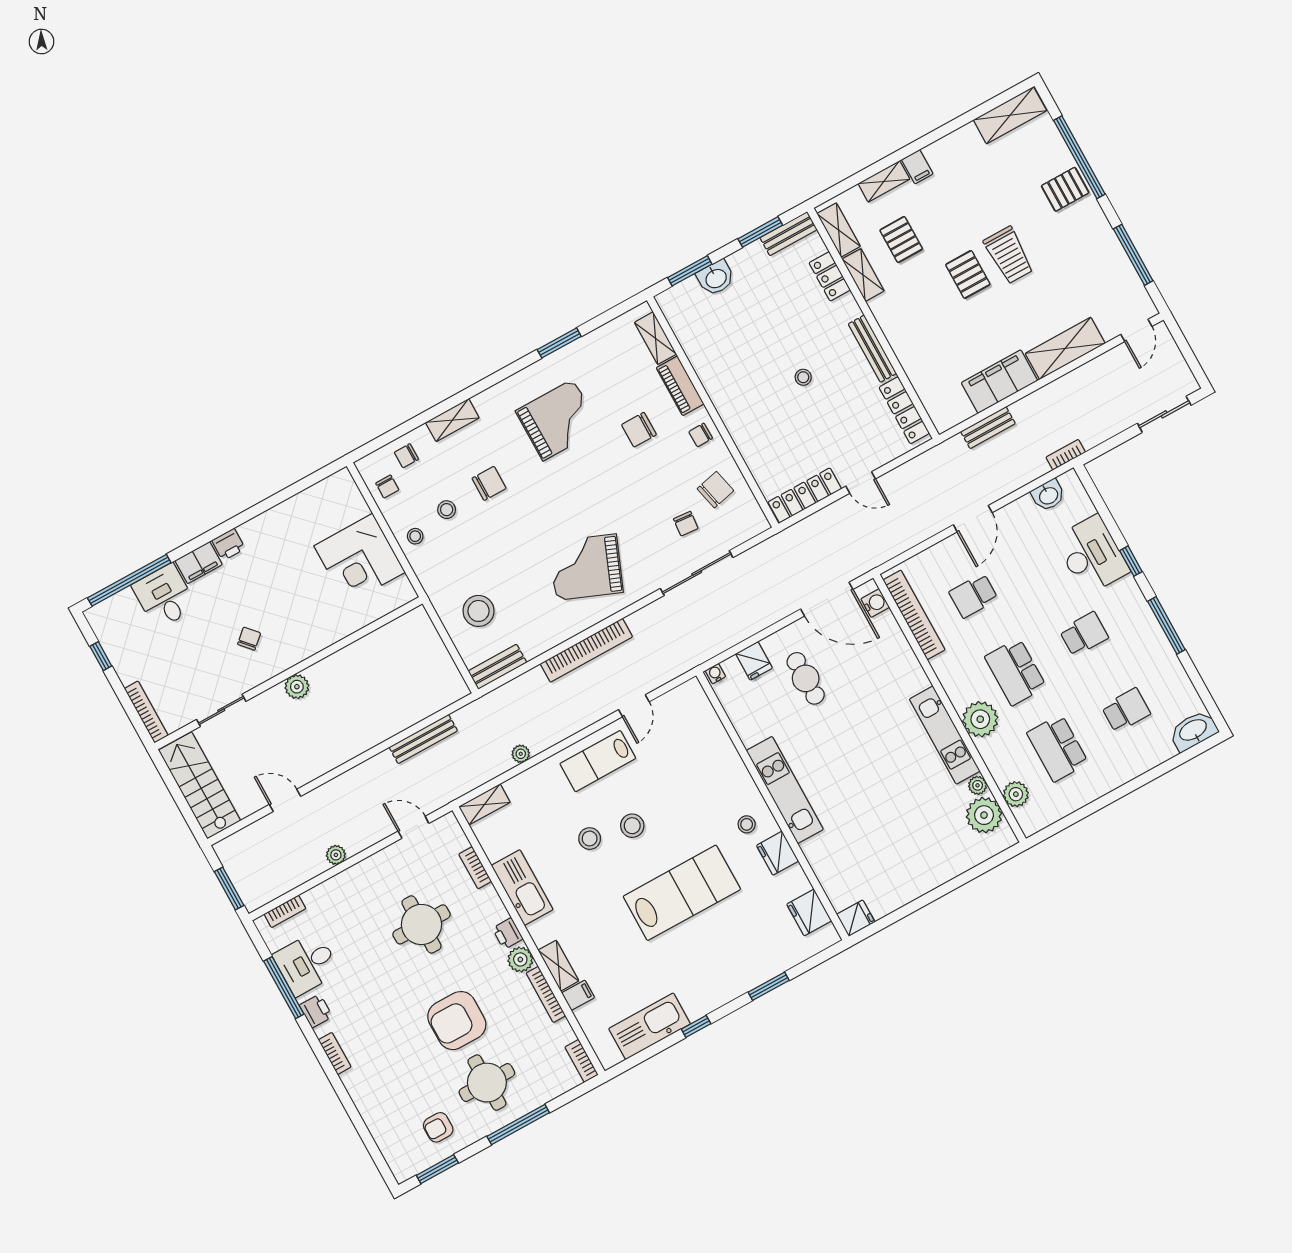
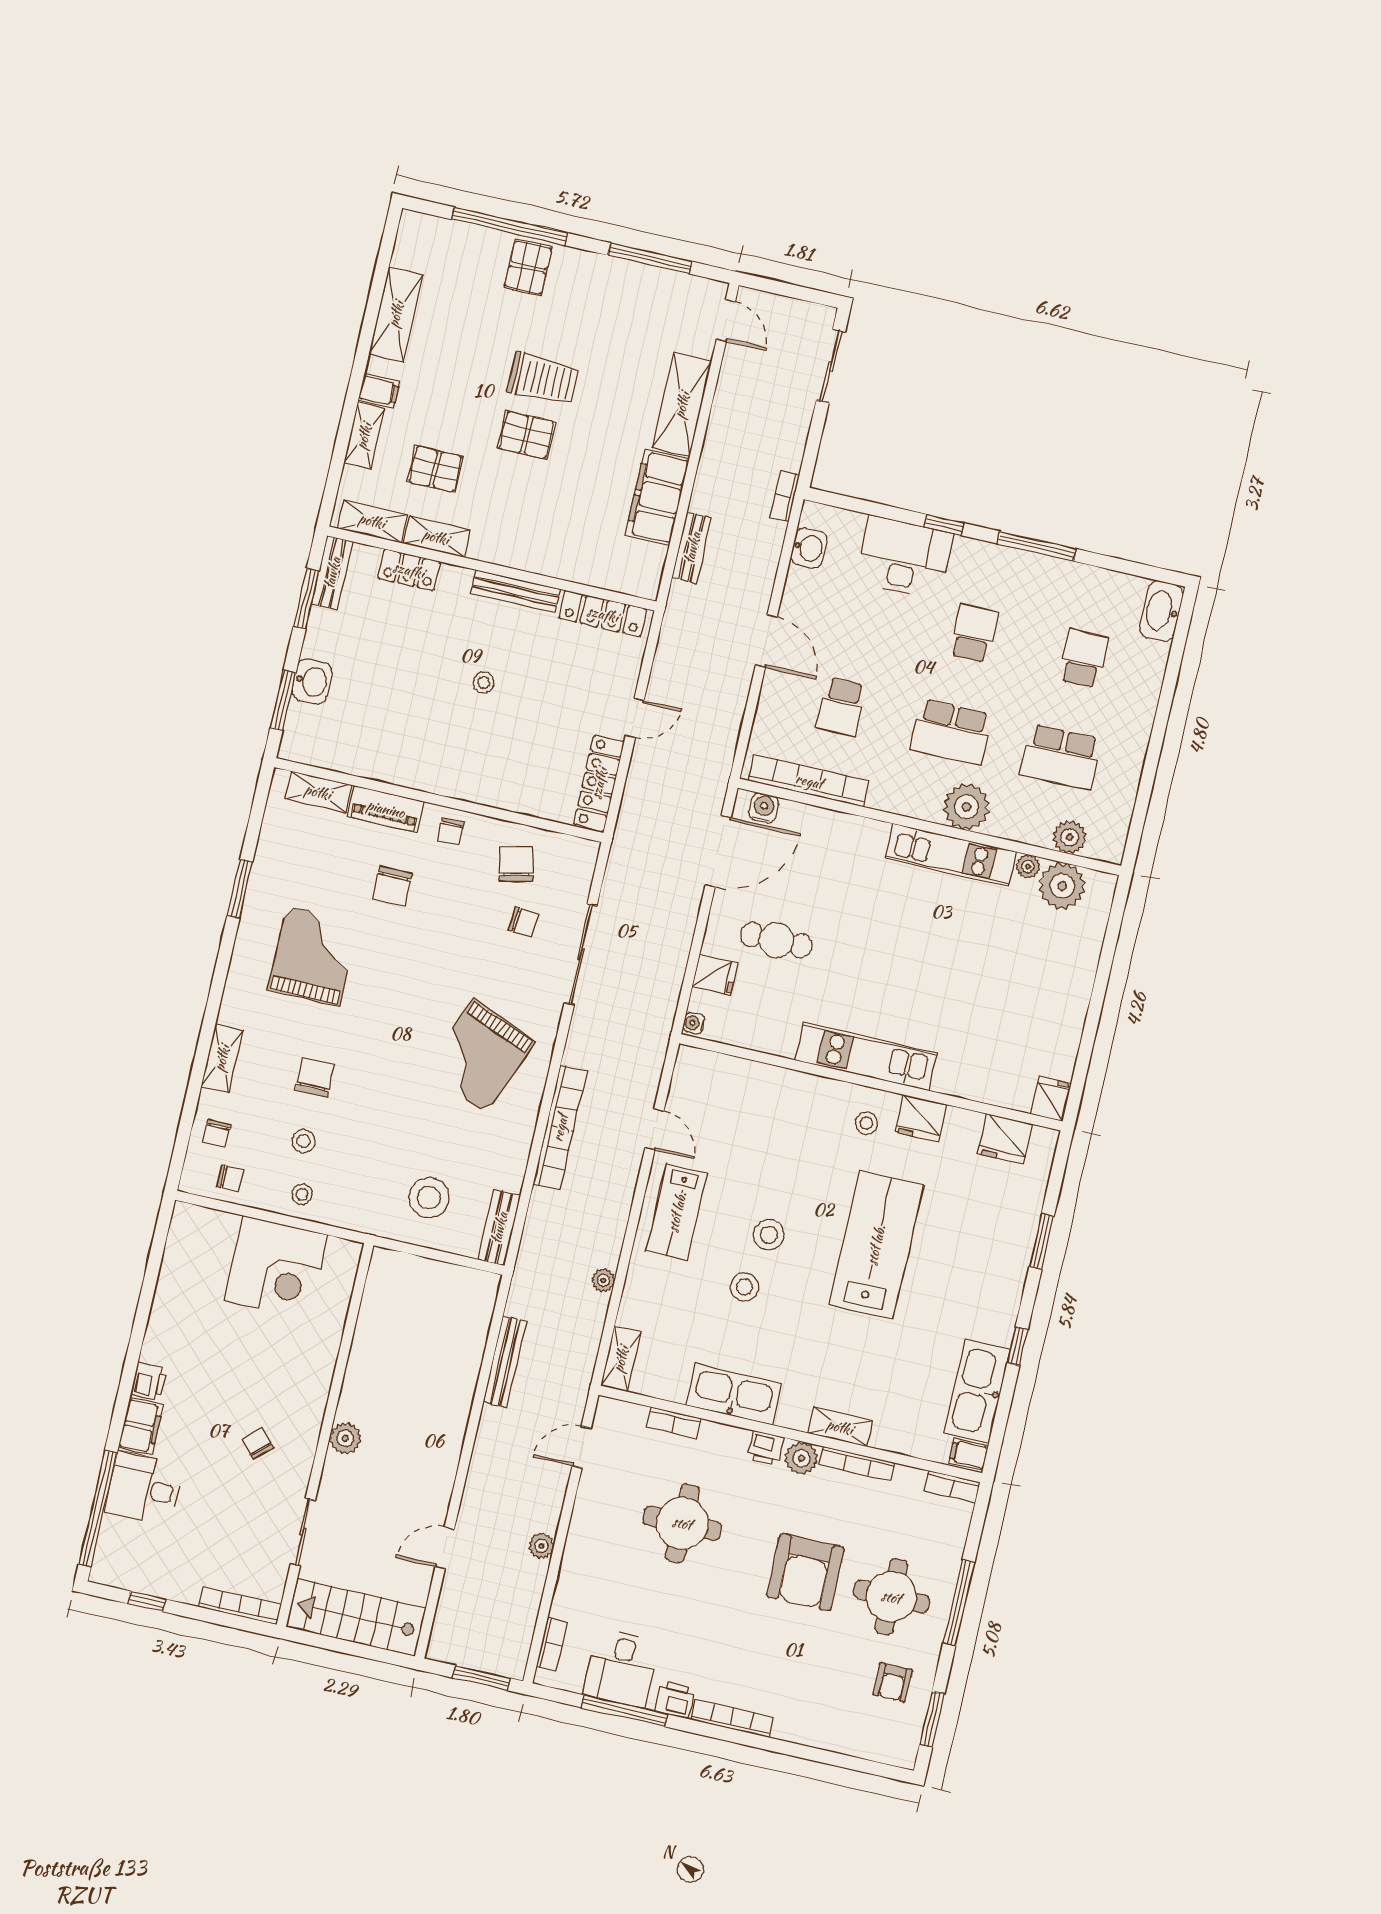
shelving: (1010, 115) -> (396, 314), moved
filing cabinet: (578, 995) -> (969, 1454), moved, turned -90
bookcase: (335, 1053) -> (732, 1718), width x1.56

